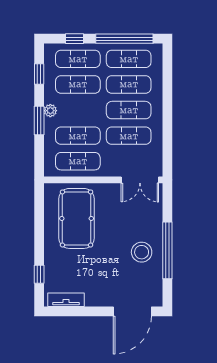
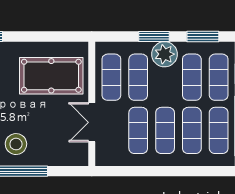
window: (39, 74) -> (203, 36), width x1.50
plant: (50, 111) -> (164, 54), width x1.88, depth x1.88
double door: (140, 180) -> (92, 122), moved

